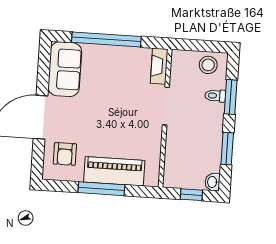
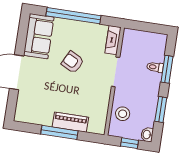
stool: (208, 65) -> (123, 114), moved
armchair: (65, 154) -> (73, 62), moved, turned 117
piano: (114, 171) -> (70, 122), width x0.73, depth x0.75

